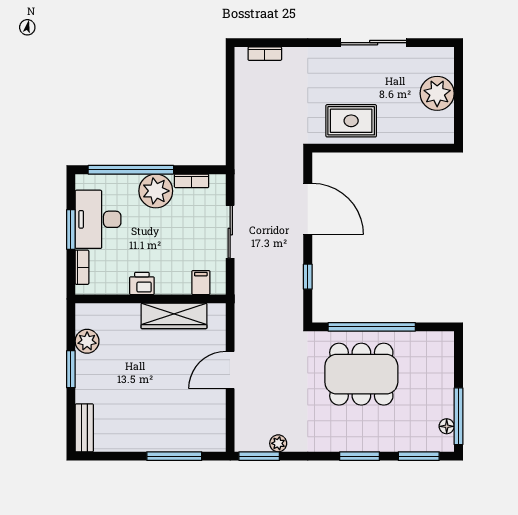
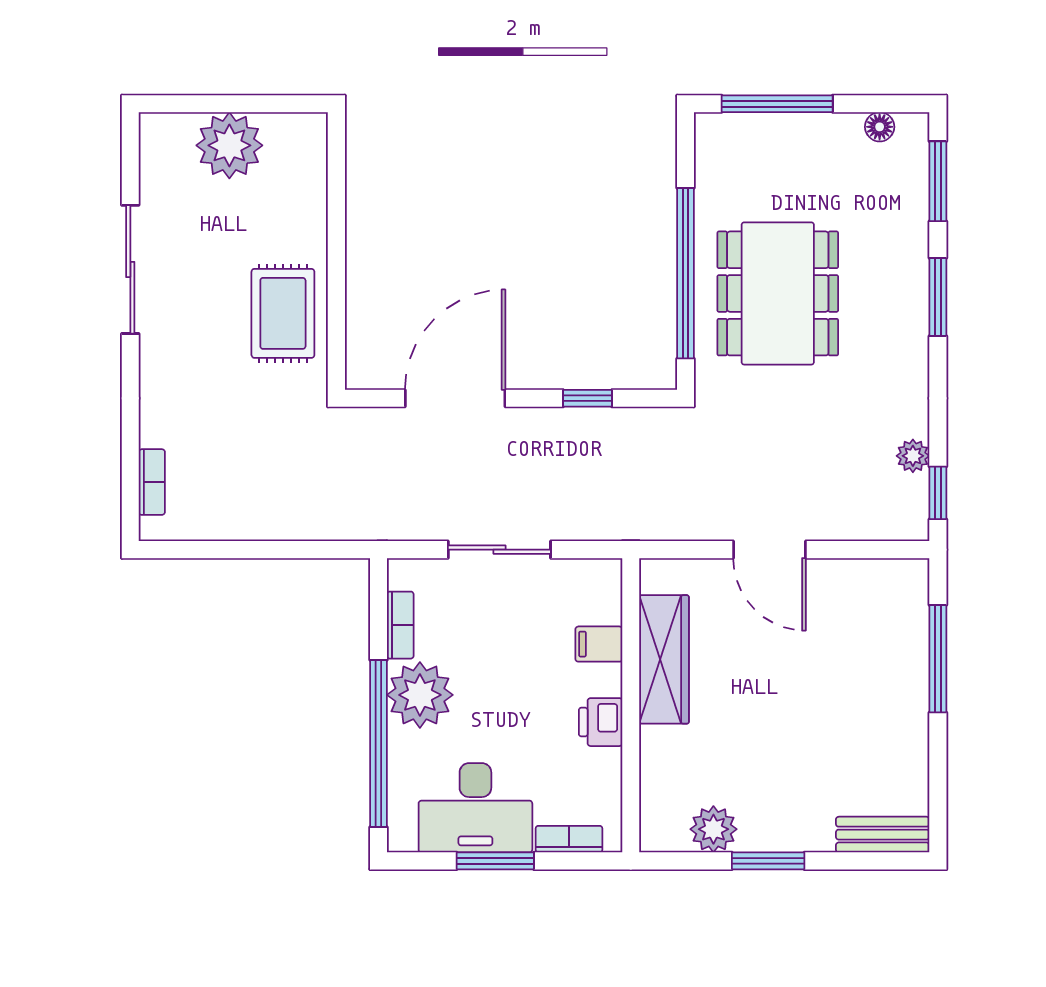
filing cabinet: (201, 283) -> (599, 644), moved
window: (458, 416) -> (777, 104), moved
window: (259, 456) -> (938, 493), width x0.67

